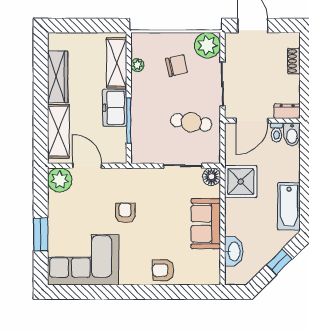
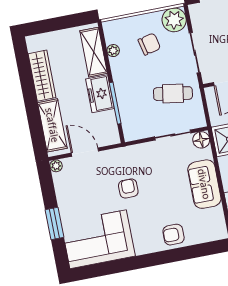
plant: (60, 180) -> (56, 166), width x0.53, depth x0.53

